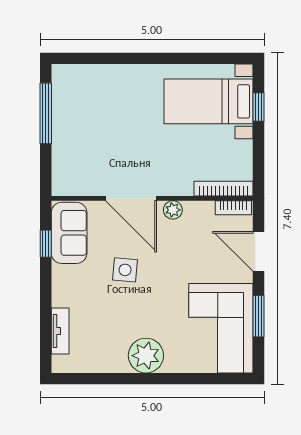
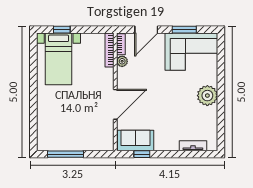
plant: (173, 210) -> (122, 61), moved
side table: (125, 270) -> (157, 108), removed

